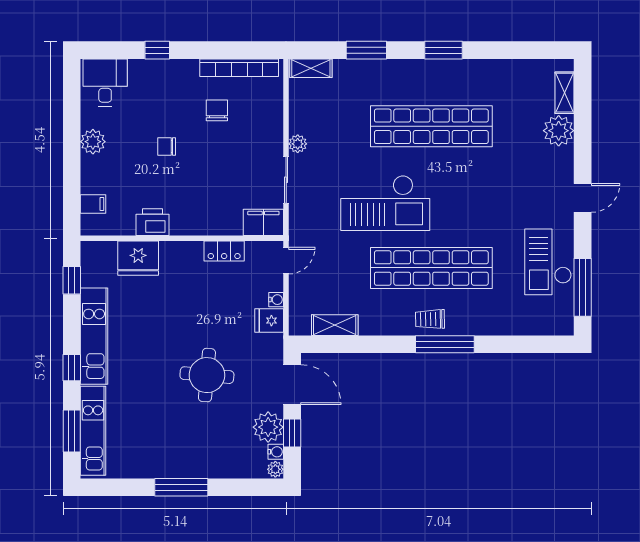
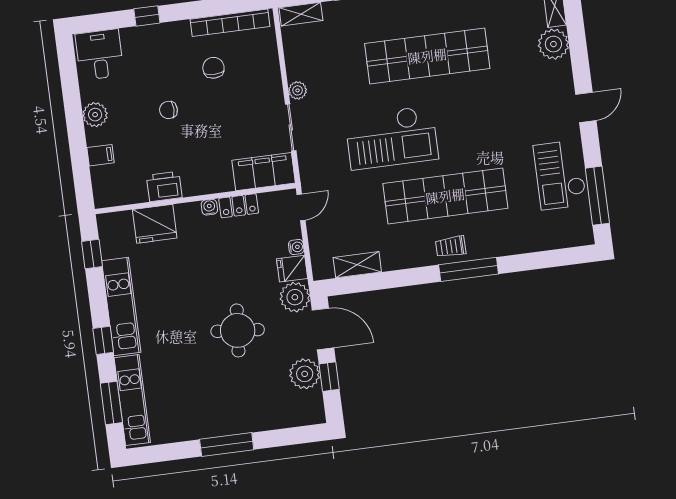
filing cabinet: (93, 204) -> (101, 155), moved
filing cabinet: (263, 222) -> (264, 172), width x1.50, depth x1.17
water cooler: (276, 452) -> (209, 207), moved, turned -90
plant: (275, 469) -> (295, 297), moved, width x1.87, depth x1.87

